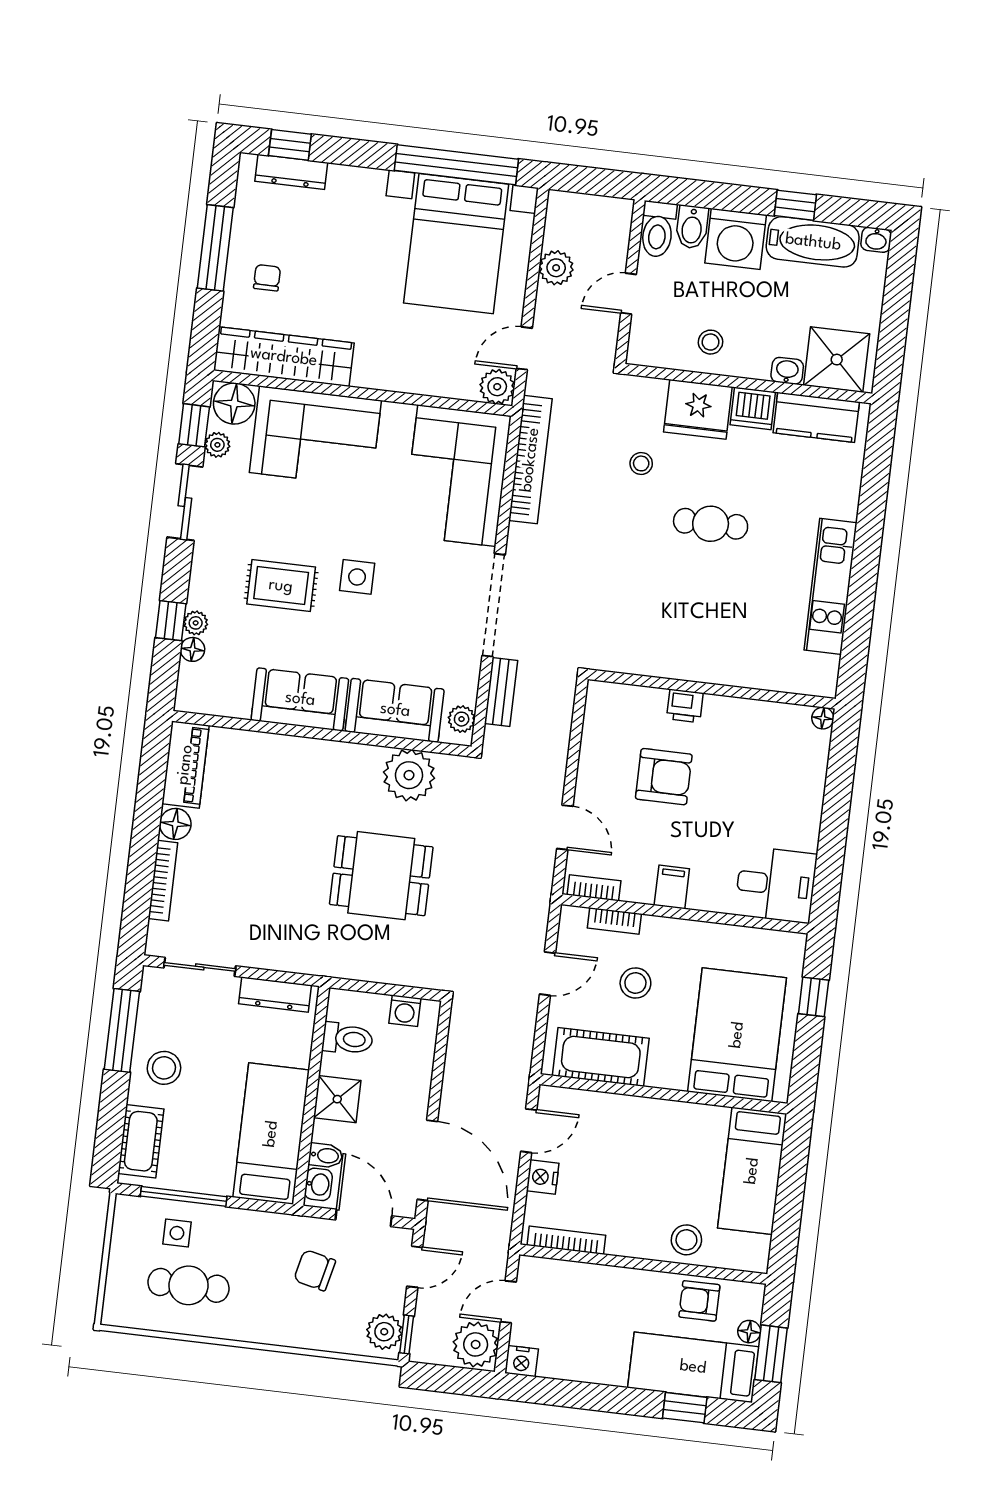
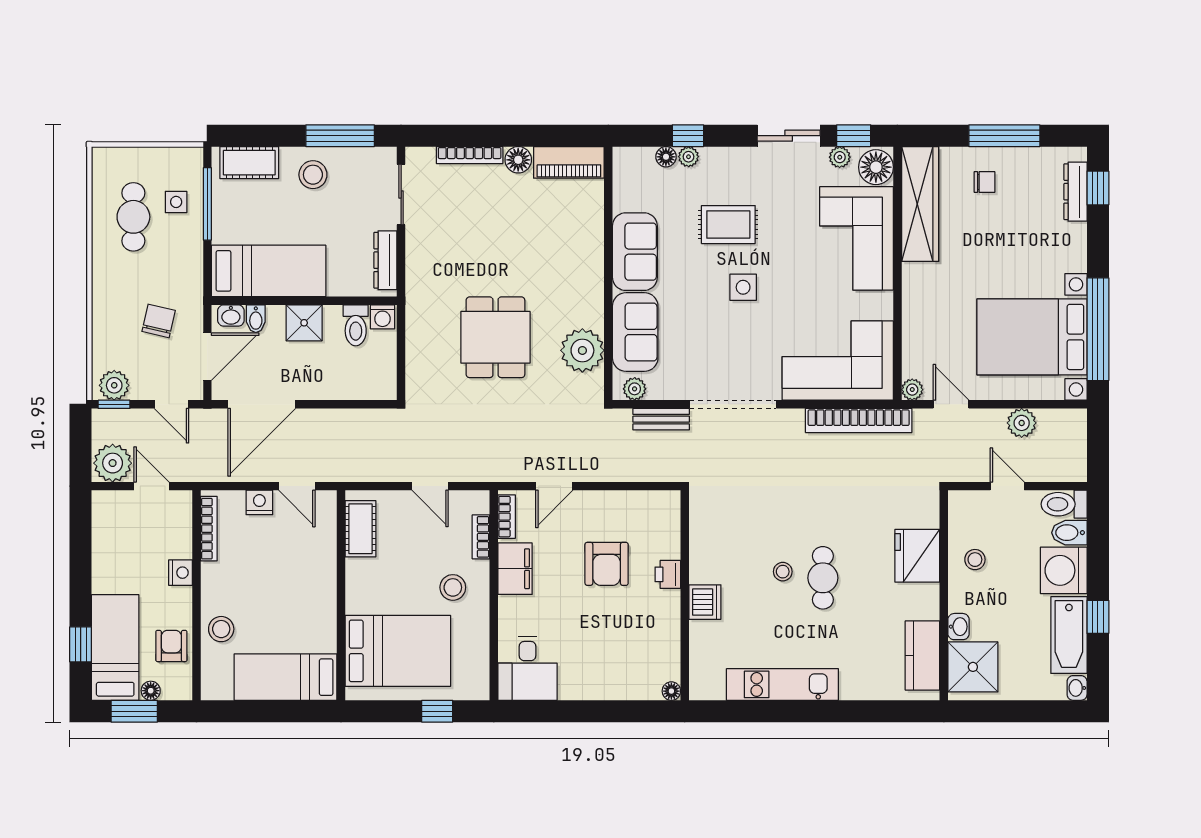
plant: (497, 387) -> (912, 390), width x0.73, depth x0.73
dishwasher: (753, 408) -> (705, 602), moved, turned 180
stool: (641, 463) -> (783, 572), moved
rug: (281, 586) -> (728, 225), turned 90
filing cabinet: (672, 887) -> (515, 569), width x2.00
stool: (635, 983) -> (453, 587), moved
washing machine: (405, 1011) -> (382, 317), moved, turned -90
cot: (601, 1057) -> (360, 529), width x0.73, depth x0.75
nightstand: (521, 1361) -> (181, 573), moved, turned 180

